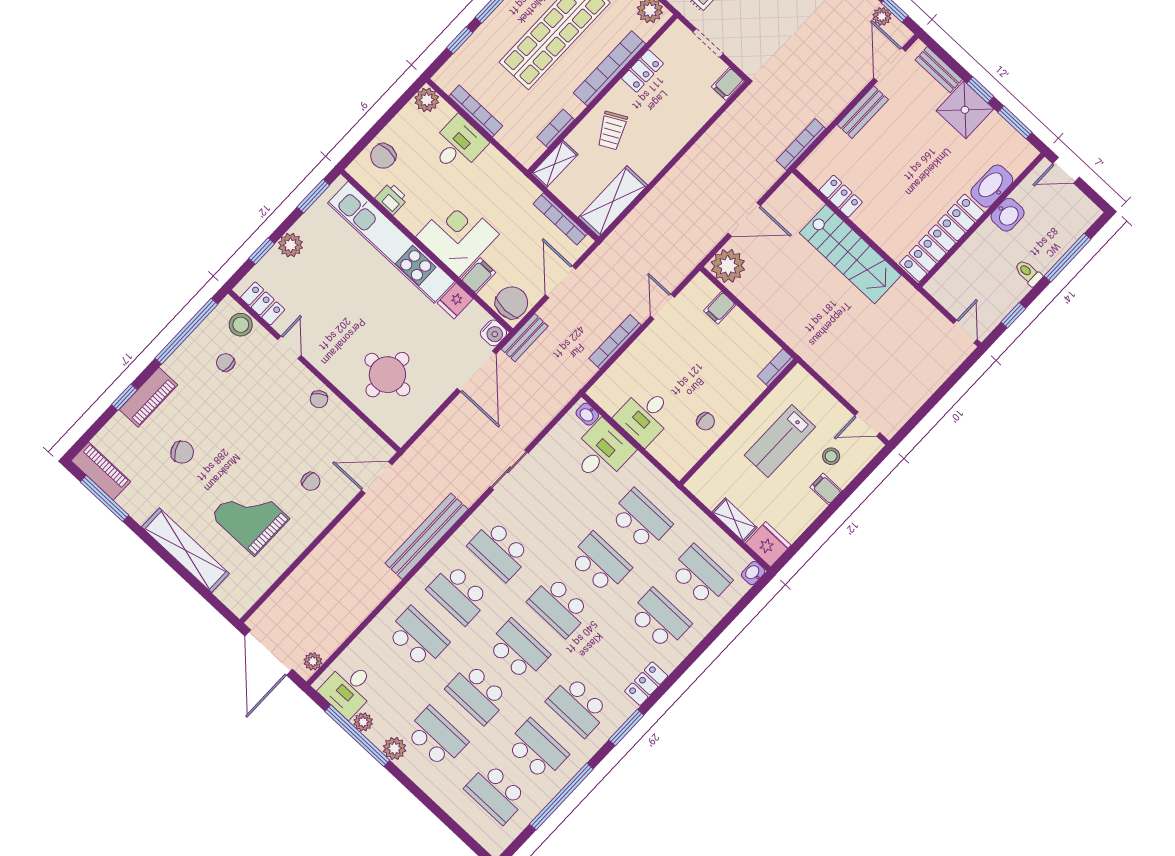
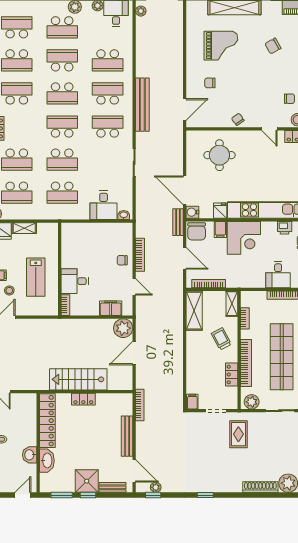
bench: (863, 112) -> (127, 436), width x1.36
locker: (841, 196) -> (83, 399), moved
filing cabinet: (720, 308) -> (111, 308), width x2.00
desk: (645, 416) -> (75, 281), moved, turned -90
chair: (706, 421) -> (122, 260), moved
lab bench: (780, 441) -> (36, 277), turned 180

